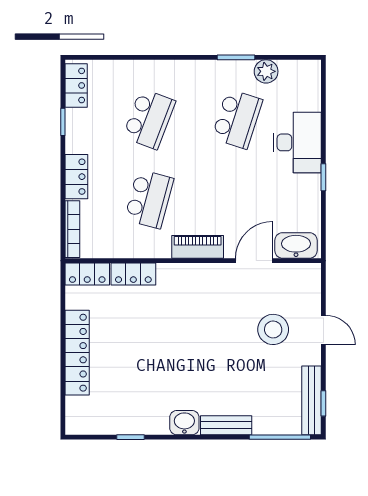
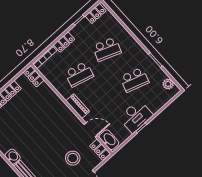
plant: (266, 71) -> (168, 84), moved
desk: (297, 142) -> (136, 116), moved
locker: (133, 274) -> (100, 150), moved

